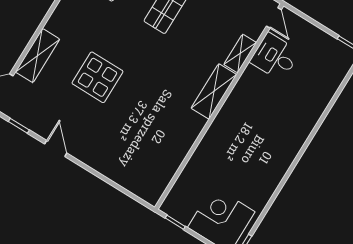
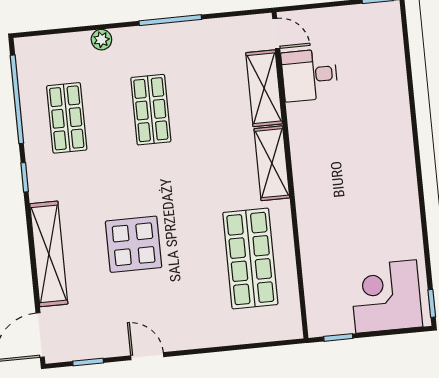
shelving: (240, 54) -> (264, 88), width x1.50, depth x1.33
shelving: (38, 56) -> (49, 254), width x1.47
shop shelf: (159, 137) -> (250, 258), added

